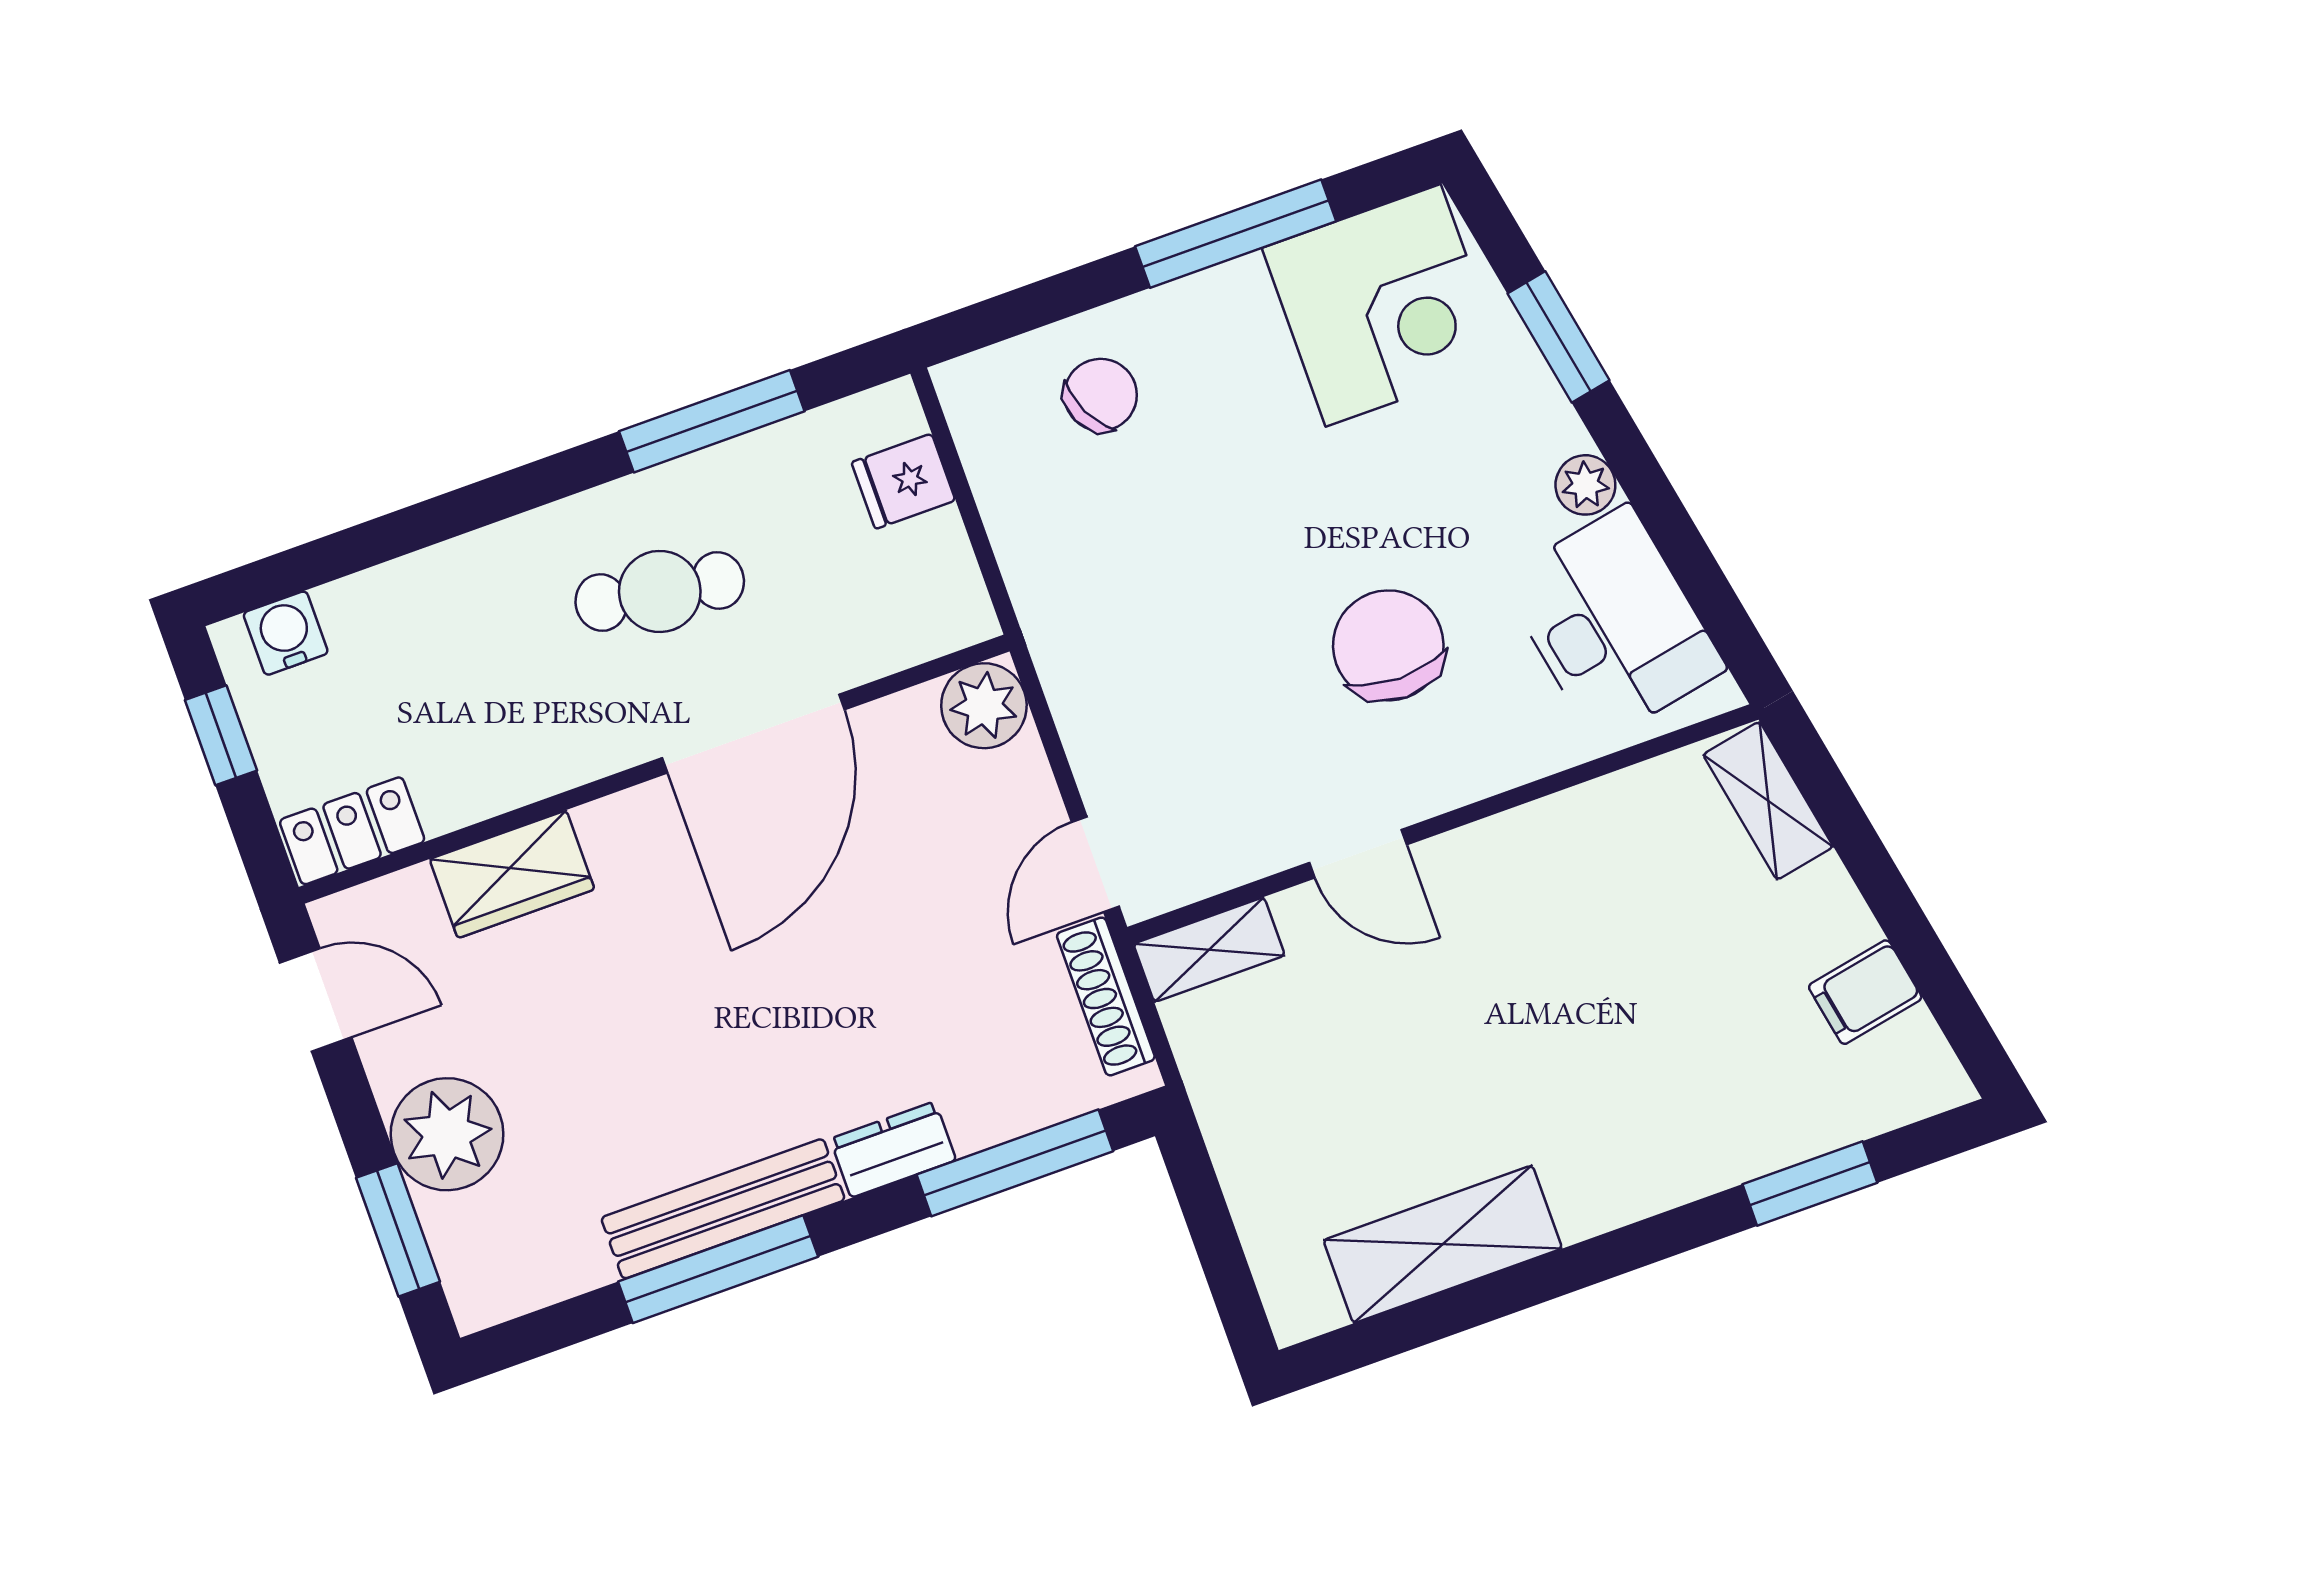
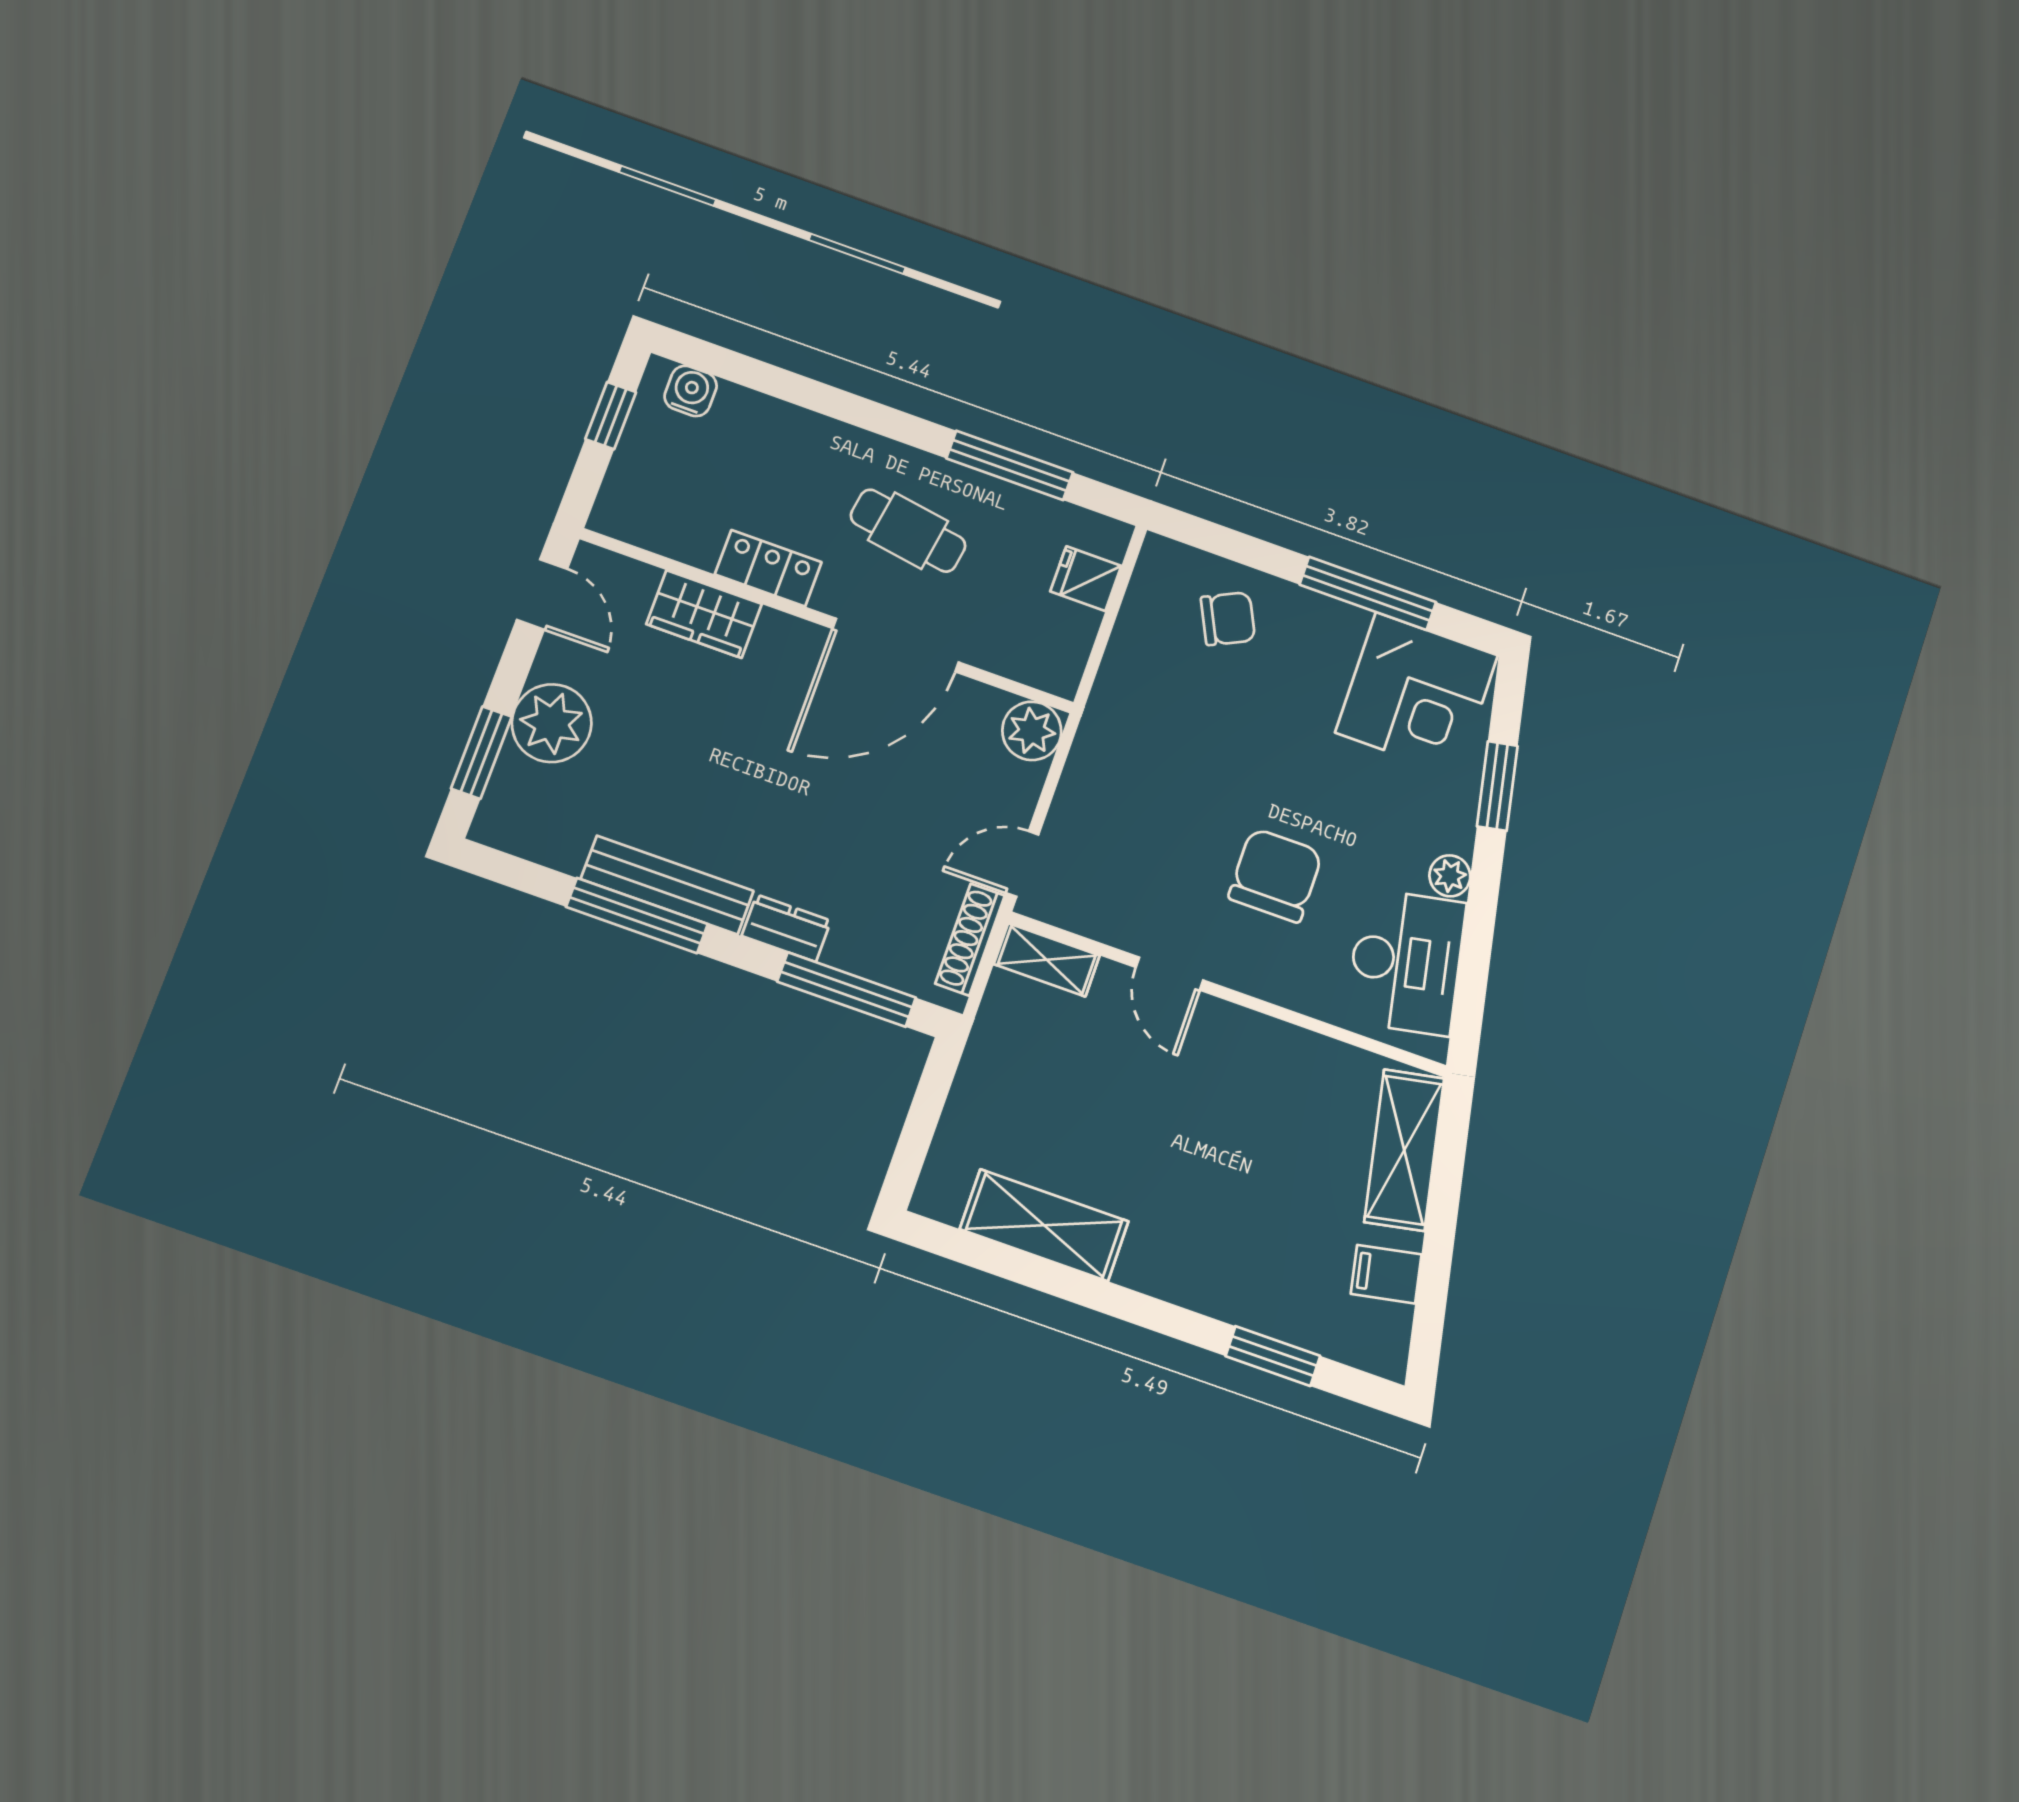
shelving: (1768, 801) -> (1404, 1150), width x1.50, depth x1.33
locker: (352, 831) -> (768, 568), moved

